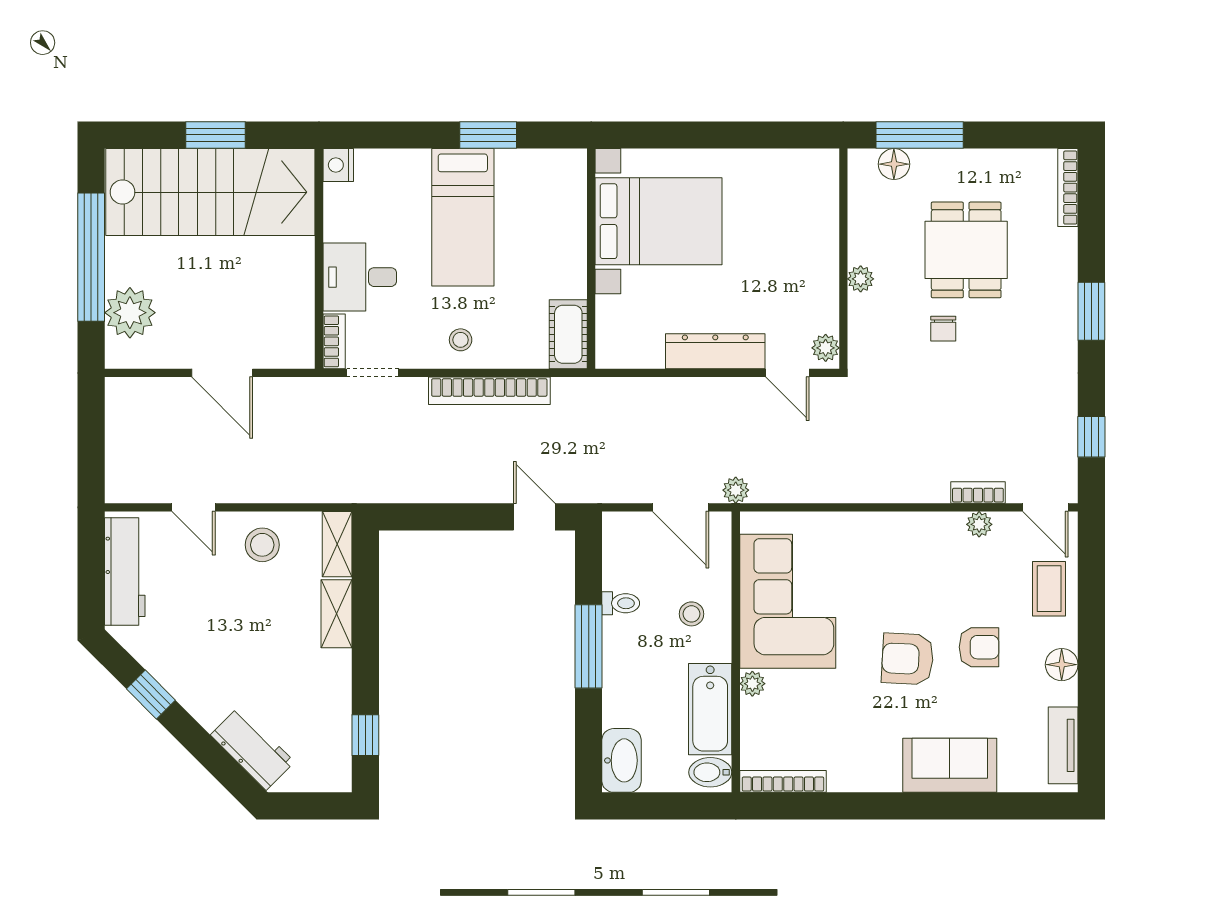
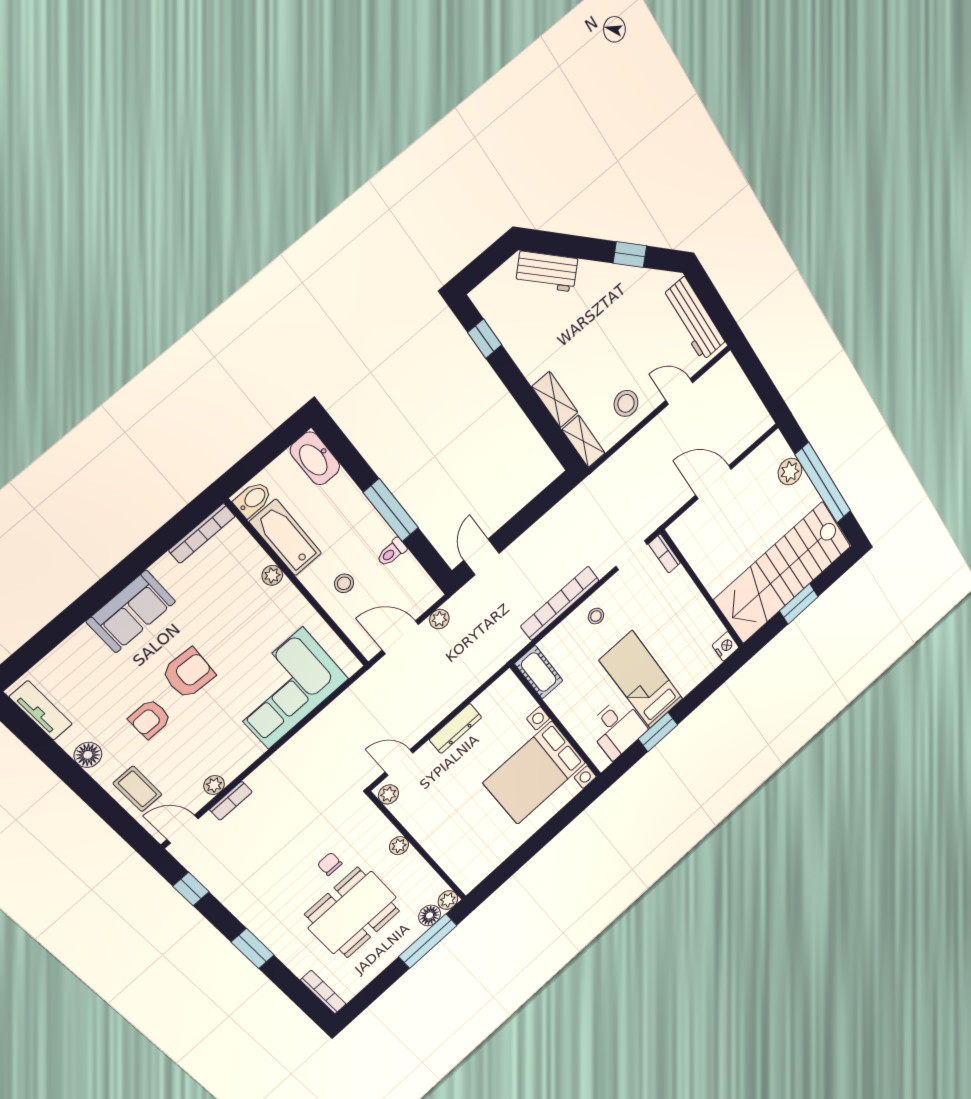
plant: (861, 163) -> (448, 900), added
dining table: (966, 250) -> (352, 913), width x1.38
desk: (360, 277) -> (617, 728), moved, turned 90
plant: (130, 313) -> (790, 472), width x0.73, depth x0.73
dresser: (715, 351) -> (455, 728), width x0.73, depth x0.80
plant: (736, 490) -> (439, 619), moved
door: (534, 517) -> (482, 557), swing flipped
corner sofa: (788, 601) -> (286, 688), moved, turned 90
sofa: (950, 765) -> (131, 611), moved

